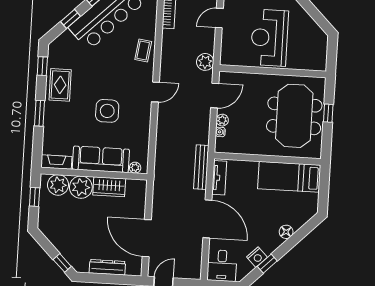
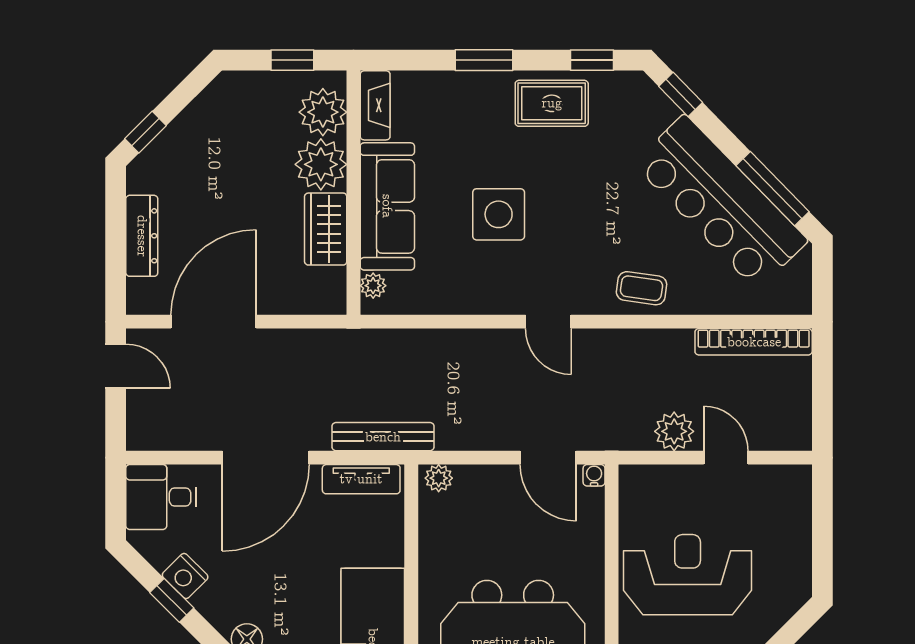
window: (70, 19) -> (681, 94), moved
plant: (205, 62) -> (674, 431), moved
plant: (222, 120) -> (439, 478), moved
water cooler: (220, 132) -> (594, 475), moved

